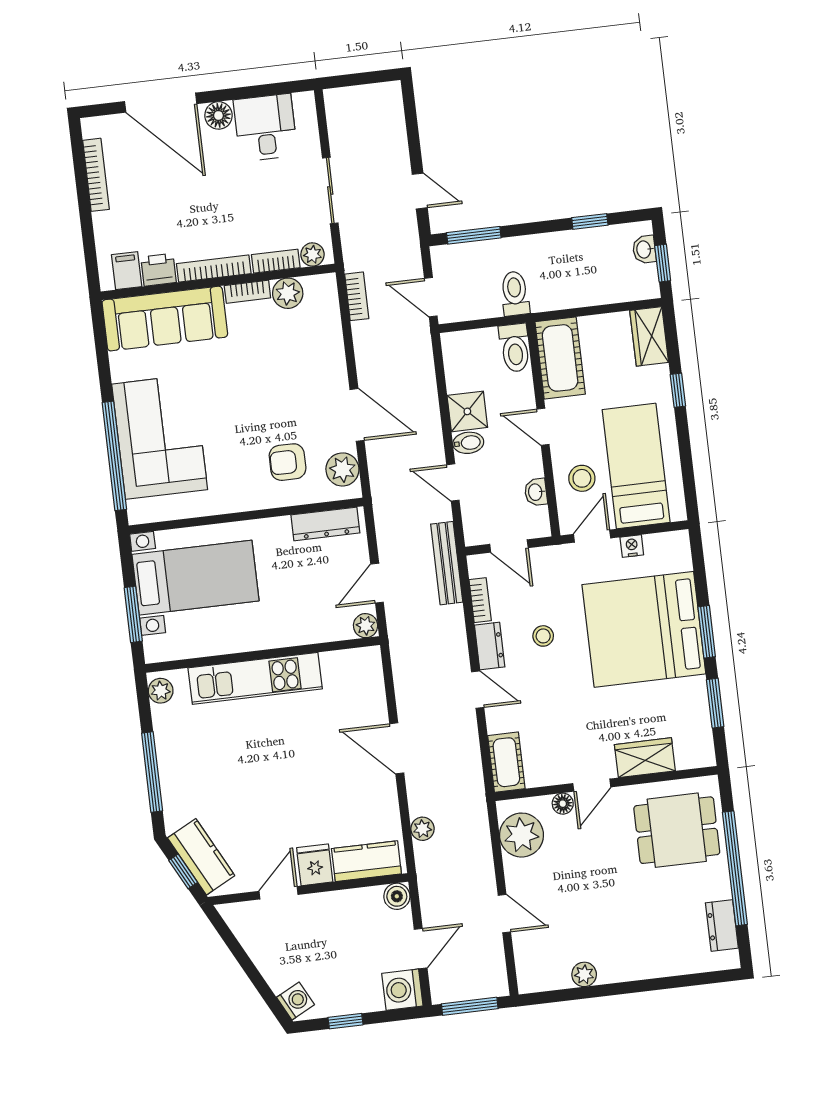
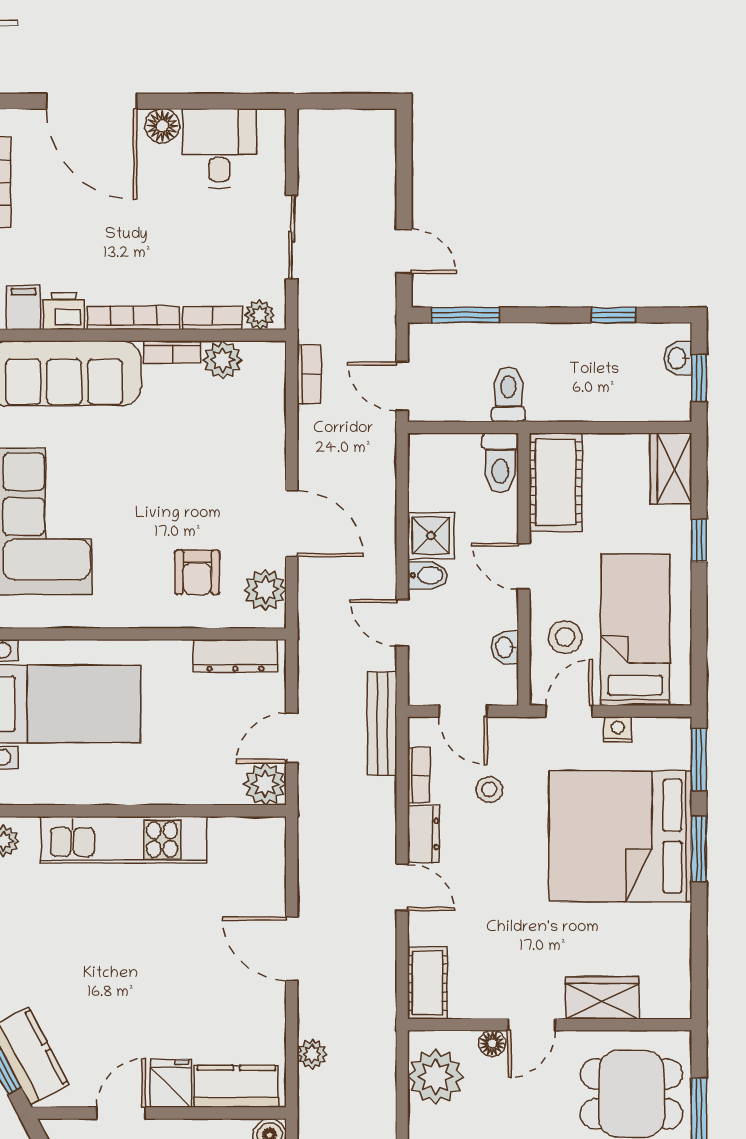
armchair: (288, 462) -> (197, 572), turned -90
plant: (366, 626) -> (265, 784), width x1.38, depth x1.38
stool: (543, 636) -> (489, 789), moved
window: (715, 703) -> (699, 760), moved

